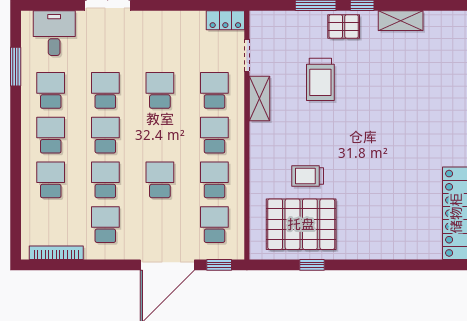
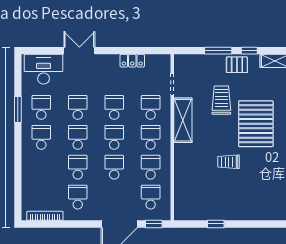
locker: (225, 20) -> (132, 61), moved
desk: (54, 33) -> (44, 69), width x1.37
window: (16, 67) -> (18, 109), moved
trolley: (320, 79) -> (221, 100), turned 180
shelving: (260, 98) -> (183, 120), width x1.50, depth x1.33
trolley: (308, 176) -> (229, 162), moved
school desk: (51, 180) -> (114, 137), moved
pallet: (301, 224) -> (256, 124), moved, turned 90

